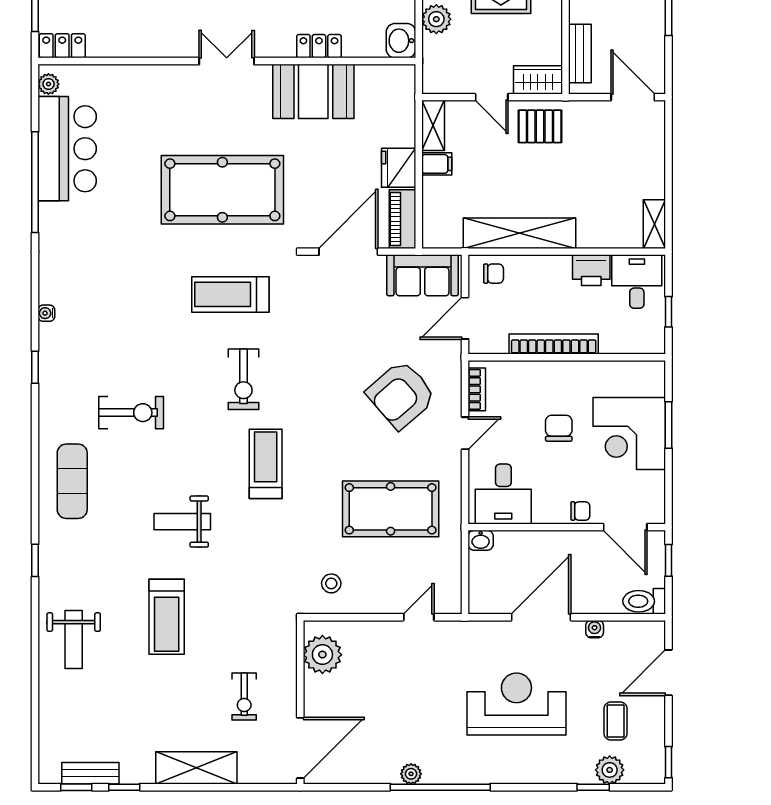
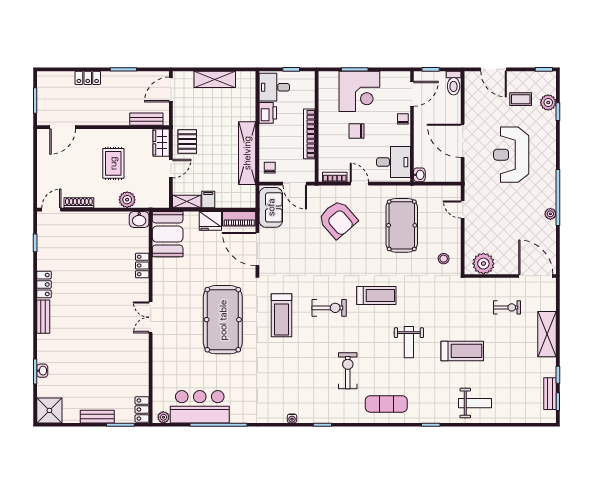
booth: (313, 91) -> (168, 234), moved
shelving: (654, 224) -> (215, 79), moved, width x1.50, depth x1.33
treadmill: (266, 464) -> (376, 295), turned 180
water cooler: (595, 629) -> (469, 111), removed

